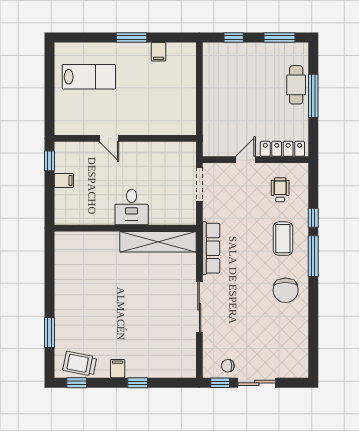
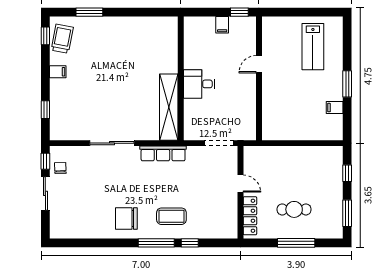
cafe table: (296, 85) -> (294, 209), moved
wheelchair: (280, 190) -> (214, 214), removed
window: (138, 383) -> (45, 110), moved

